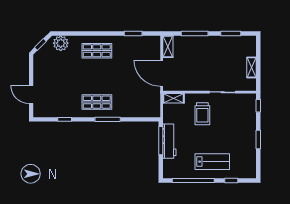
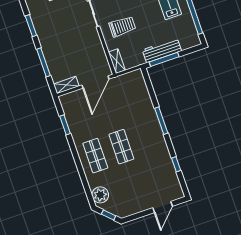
shop shelf: (97, 102) -> (121, 147), moved

